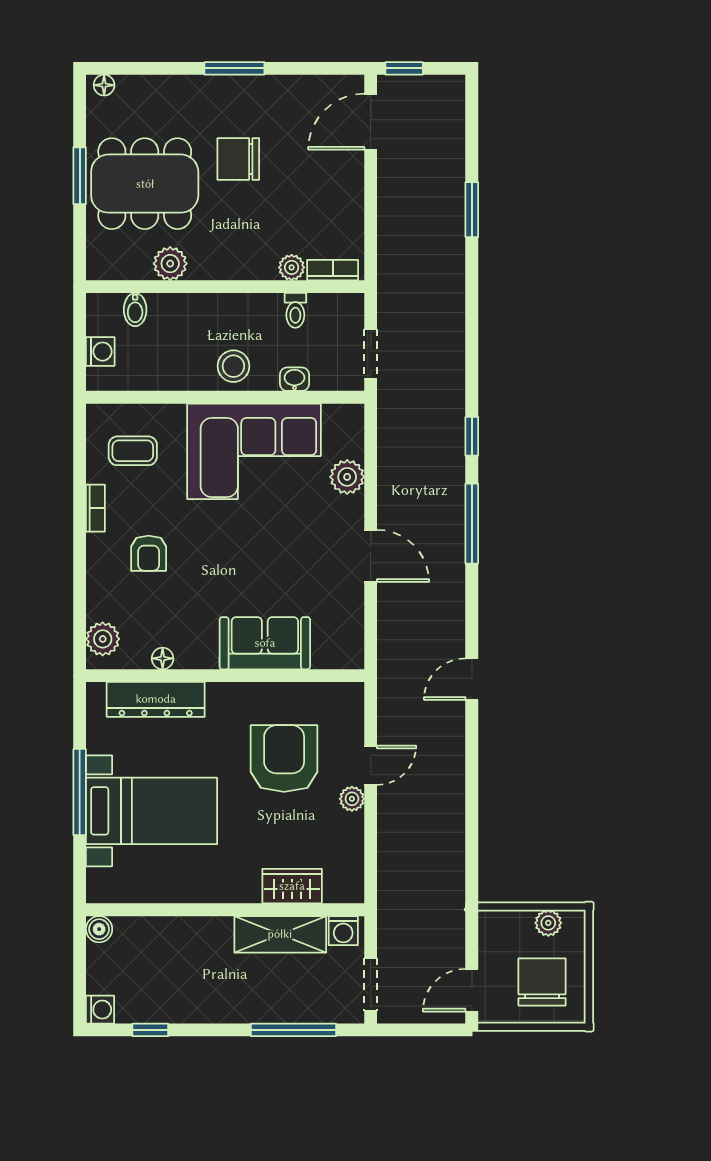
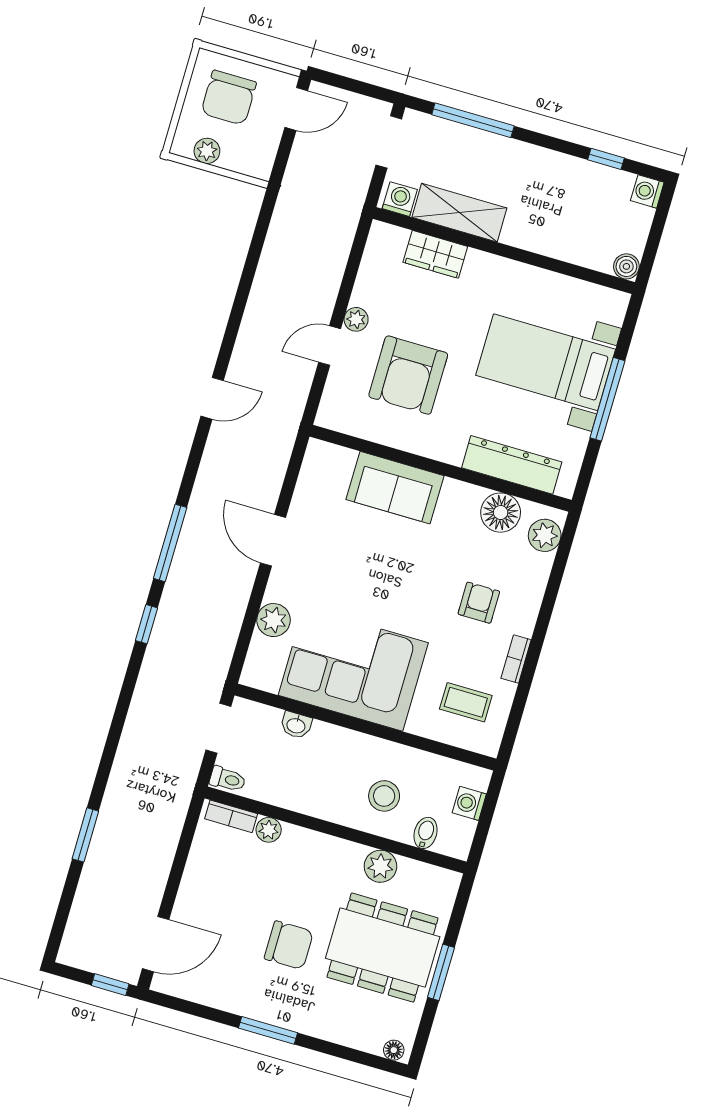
toilet: (295, 310) -> (228, 779), moved, turned 90
stool: (233, 366) -> (384, 796), moved
floor lamp: (163, 658) -> (501, 513), width x1.89, depth x1.89

